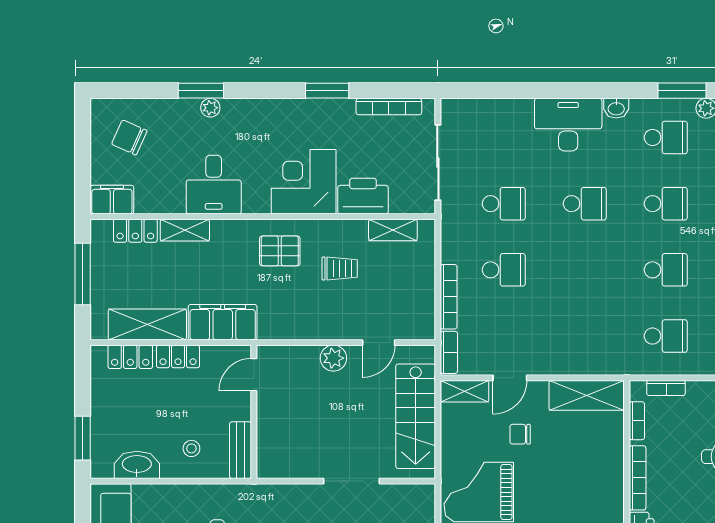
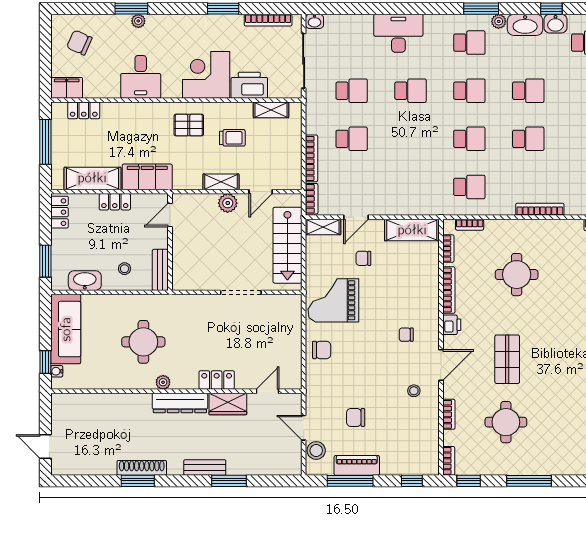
washbasin: (616, 108) -> (314, 21), moved
shelving: (185, 230) -> (221, 182), moved
locker: (130, 357) -> (60, 212), moved, turned -90

